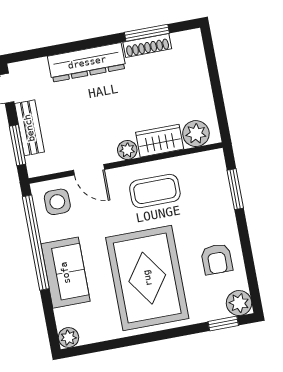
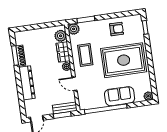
bench: (29, 128) -> (65, 108), moved
door: (89, 170) -> (75, 84), swing flipped
side table: (57, 202) -> (88, 98), removed
plant: (239, 303) -> (74, 29), moved

